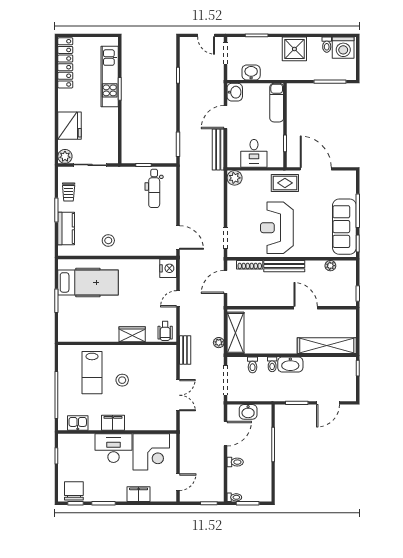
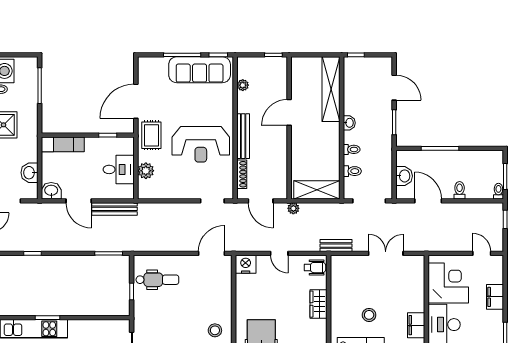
plant: (235, 178) -> (146, 171), moved
plant: (219, 343) -> (293, 208), moved
washbasin: (290, 364) -> (349, 123), width x0.52, depth x0.69

